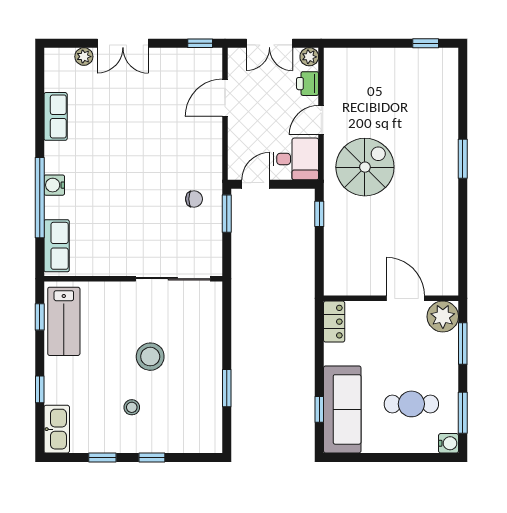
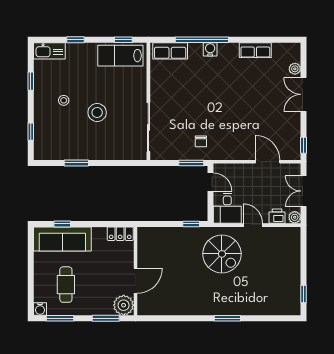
window: (152, 457) -> (31, 132), moved

